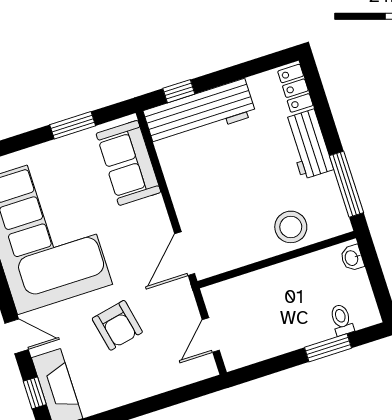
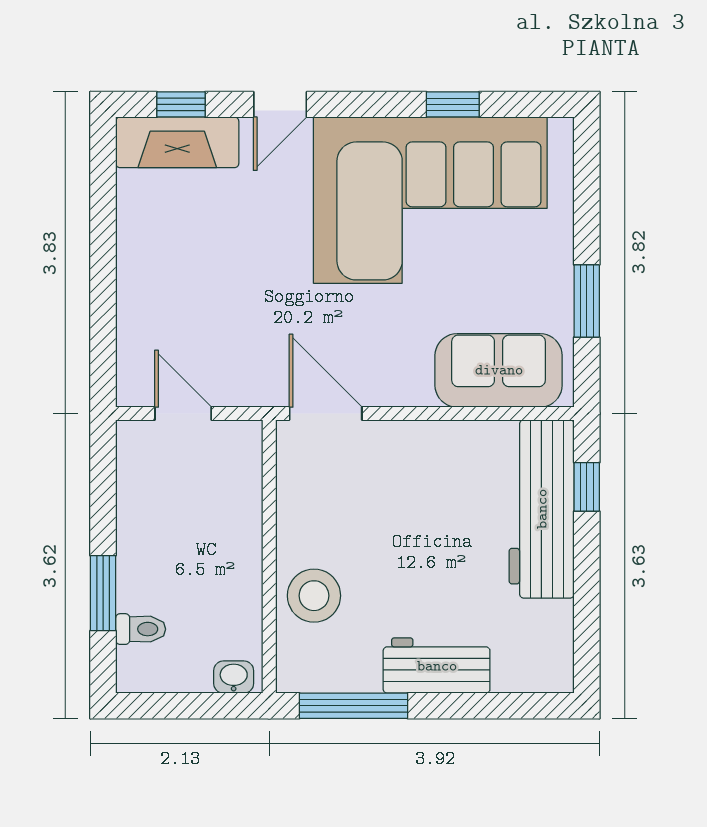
locker: (295, 88) -> (532, 674), removed
armchair: (117, 325) -> (246, 270), removed

